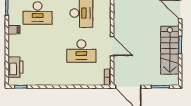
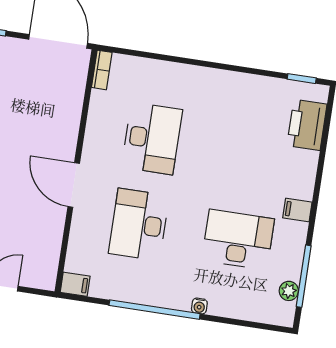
door: (112, 46) -> (74, 185), moved
desk: (81, 51) -> (152, 138), turned 90

